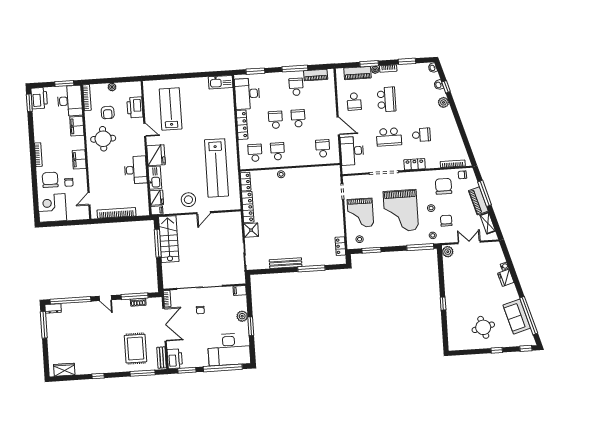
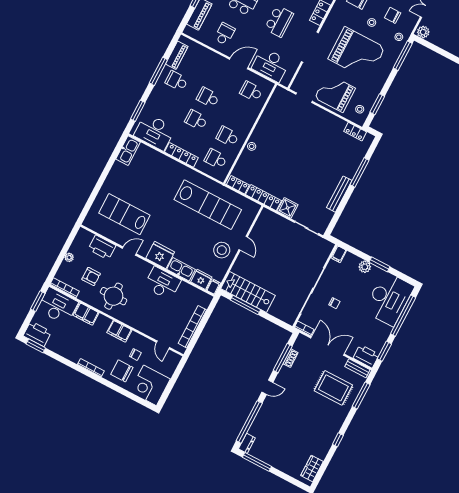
school desk: (354, 101) -> (225, 34), turned -90
grand piano: (360, 213) -> (335, 93), turned 180

